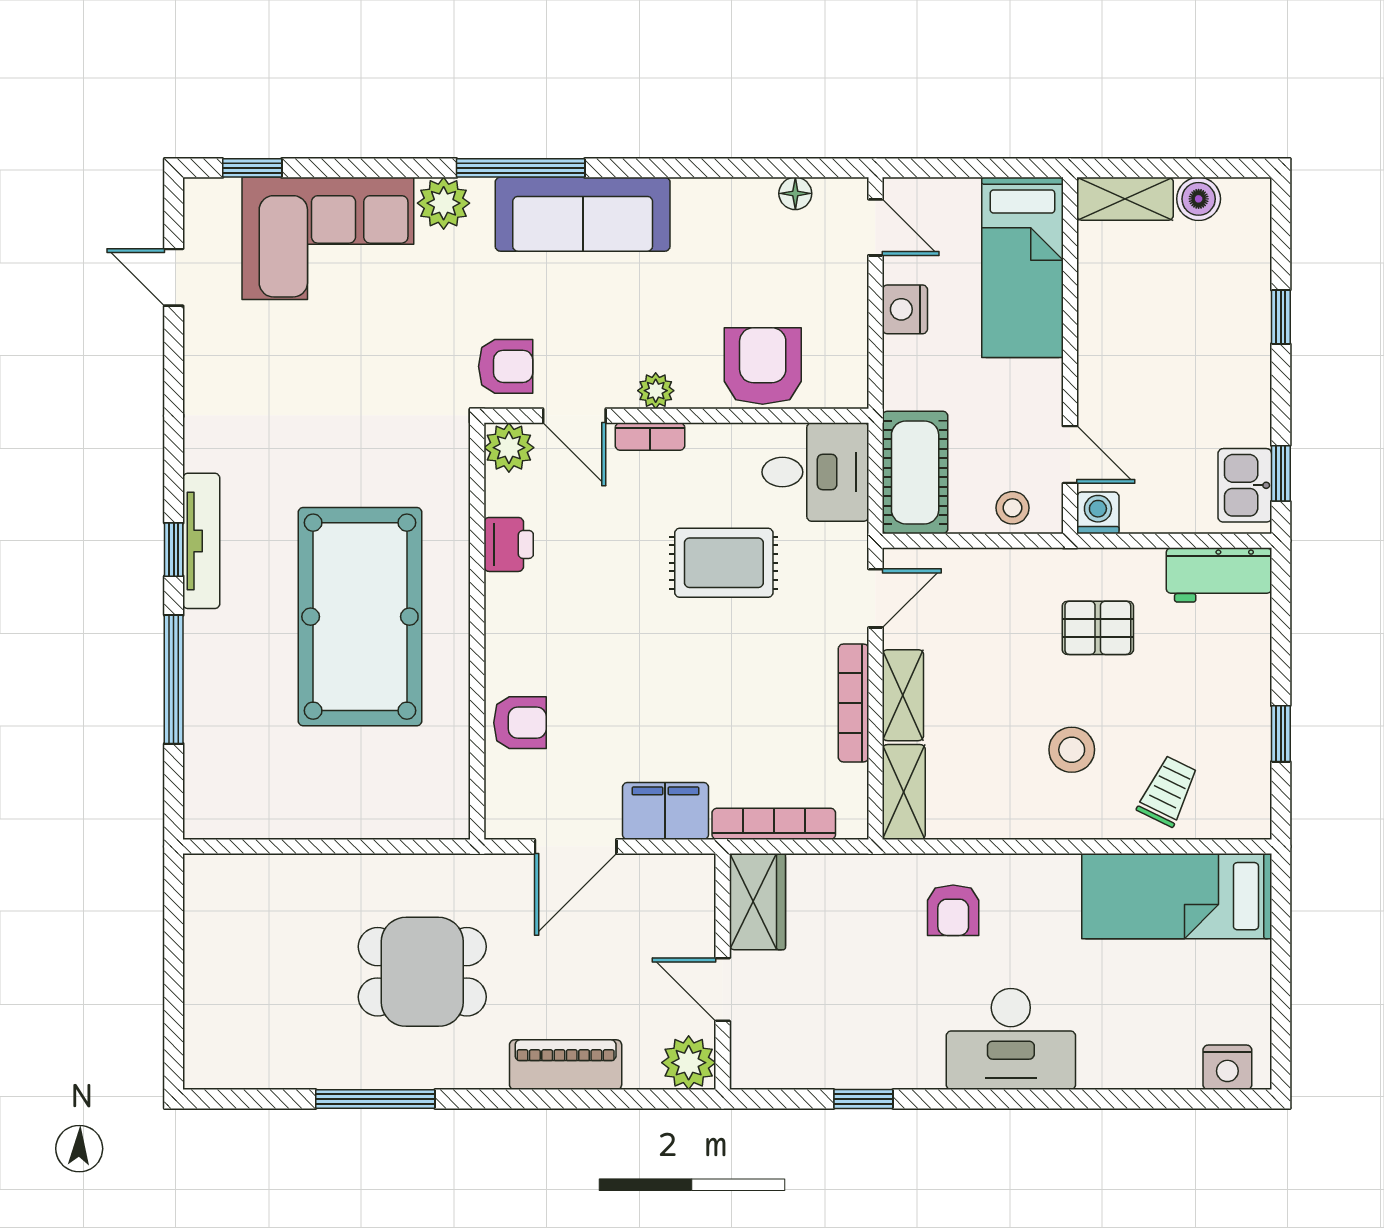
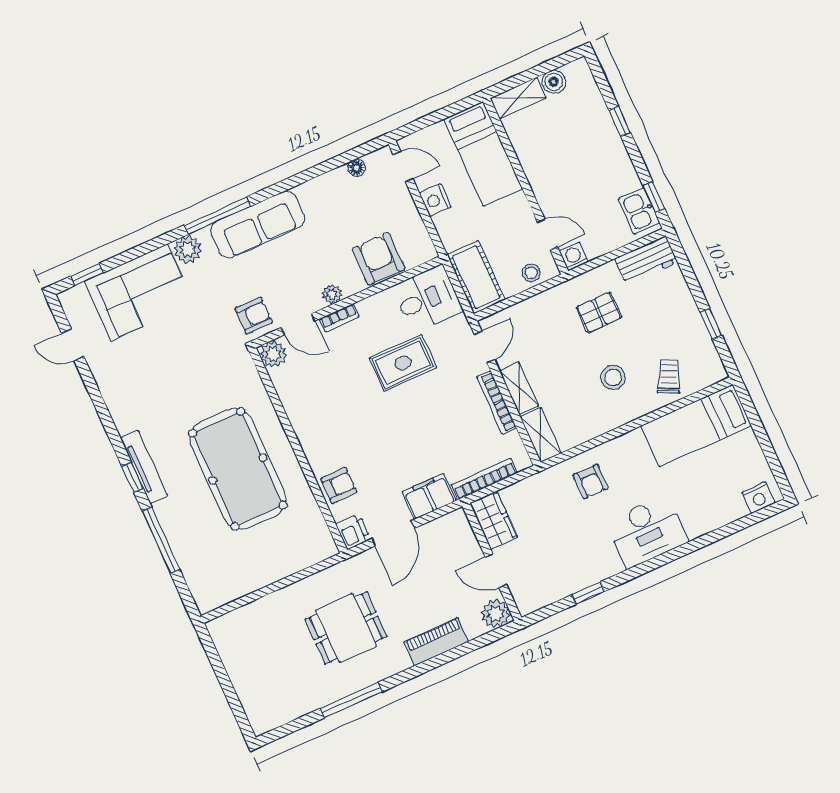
printer: (509, 544) -> (353, 532), moved

